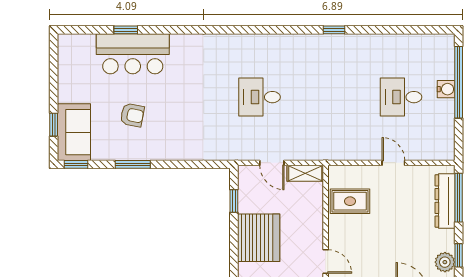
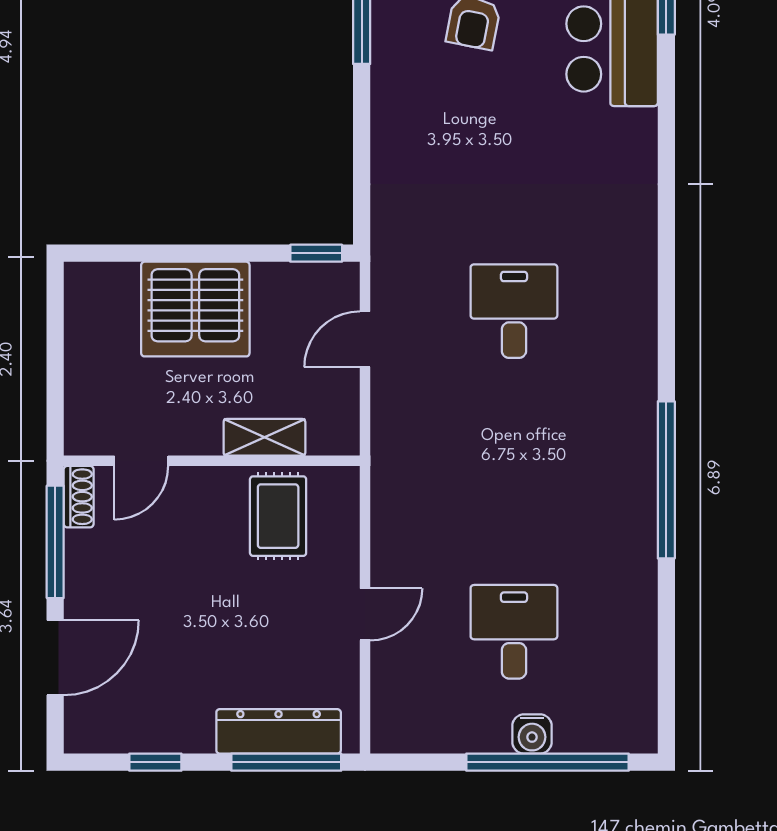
window: (334, 30) -> (666, 480), width x3.17
shelving: (305, 173) -> (264, 437), moved, turned 90
window: (234, 201) -> (316, 253), moved
plant: (445, 262) -> (140, 731), removed

